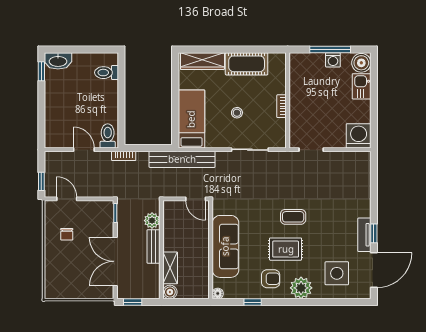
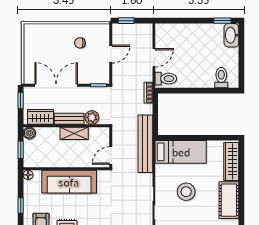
stool: (237, 113) -> (186, 192), width x1.89, depth x1.89
door: (67, 199) -> (111, 54), moved
shelving: (170, 268) -> (74, 133), moved
wardrobe: (151, 279) -> (41, 117), added
window: (189, 302) -> (21, 150), added

